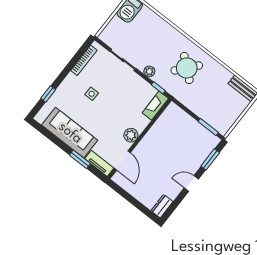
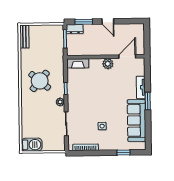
fireplace: (155, 106) -> (78, 63), moved
plant: (131, 135) -> (108, 64), moved
wall: (139, 139) -> (106, 57), moved
door: (122, 160) -> (127, 56), moved
dresser: (162, 206) -> (75, 29), moved

